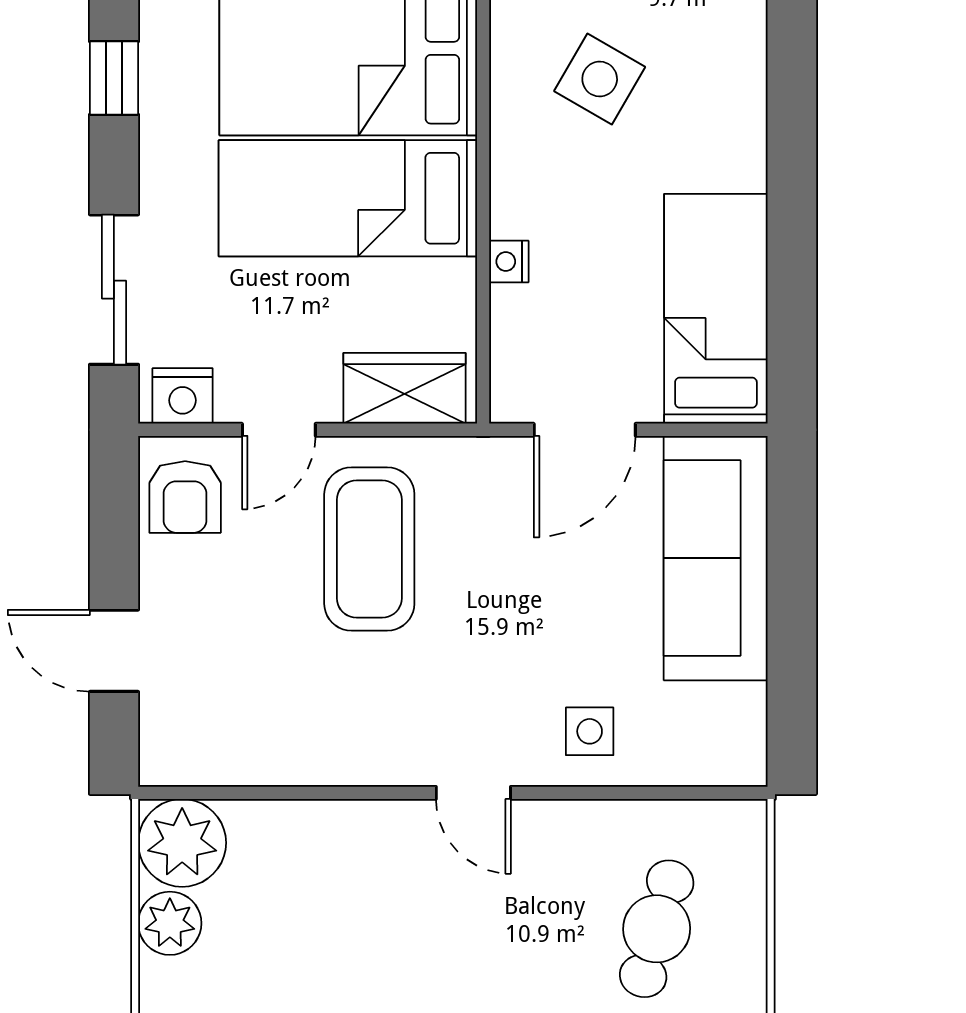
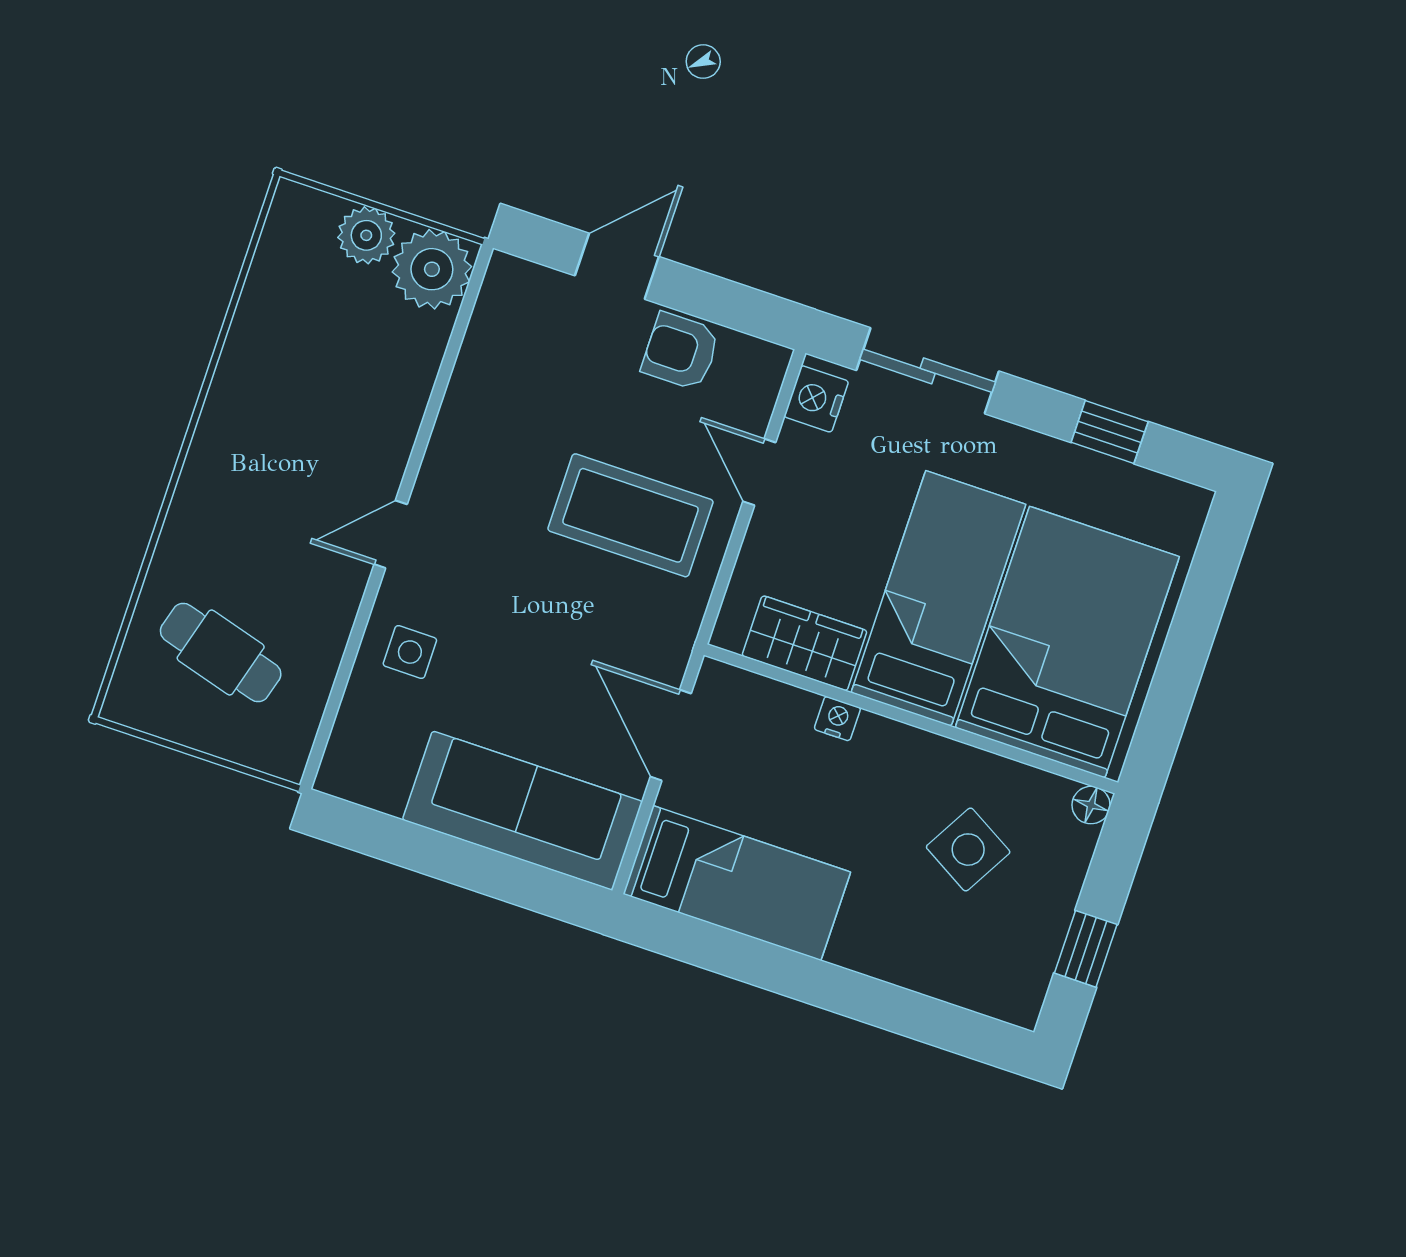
wardrobe: (405, 388) -> (805, 643), moved, turned -90
armchair: (185, 497) -> (681, 351), moved

